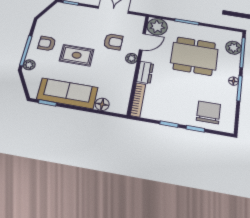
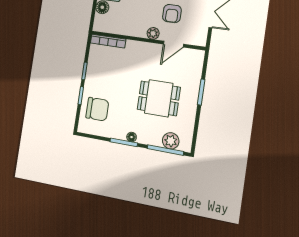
plant: (157, 27) -> (193, 60), removed
door: (142, 42) -> (173, 44), hinge flipped
dining table: (194, 56) -> (159, 98), width x0.73
dresser: (145, 72) -> (138, 48), removed

